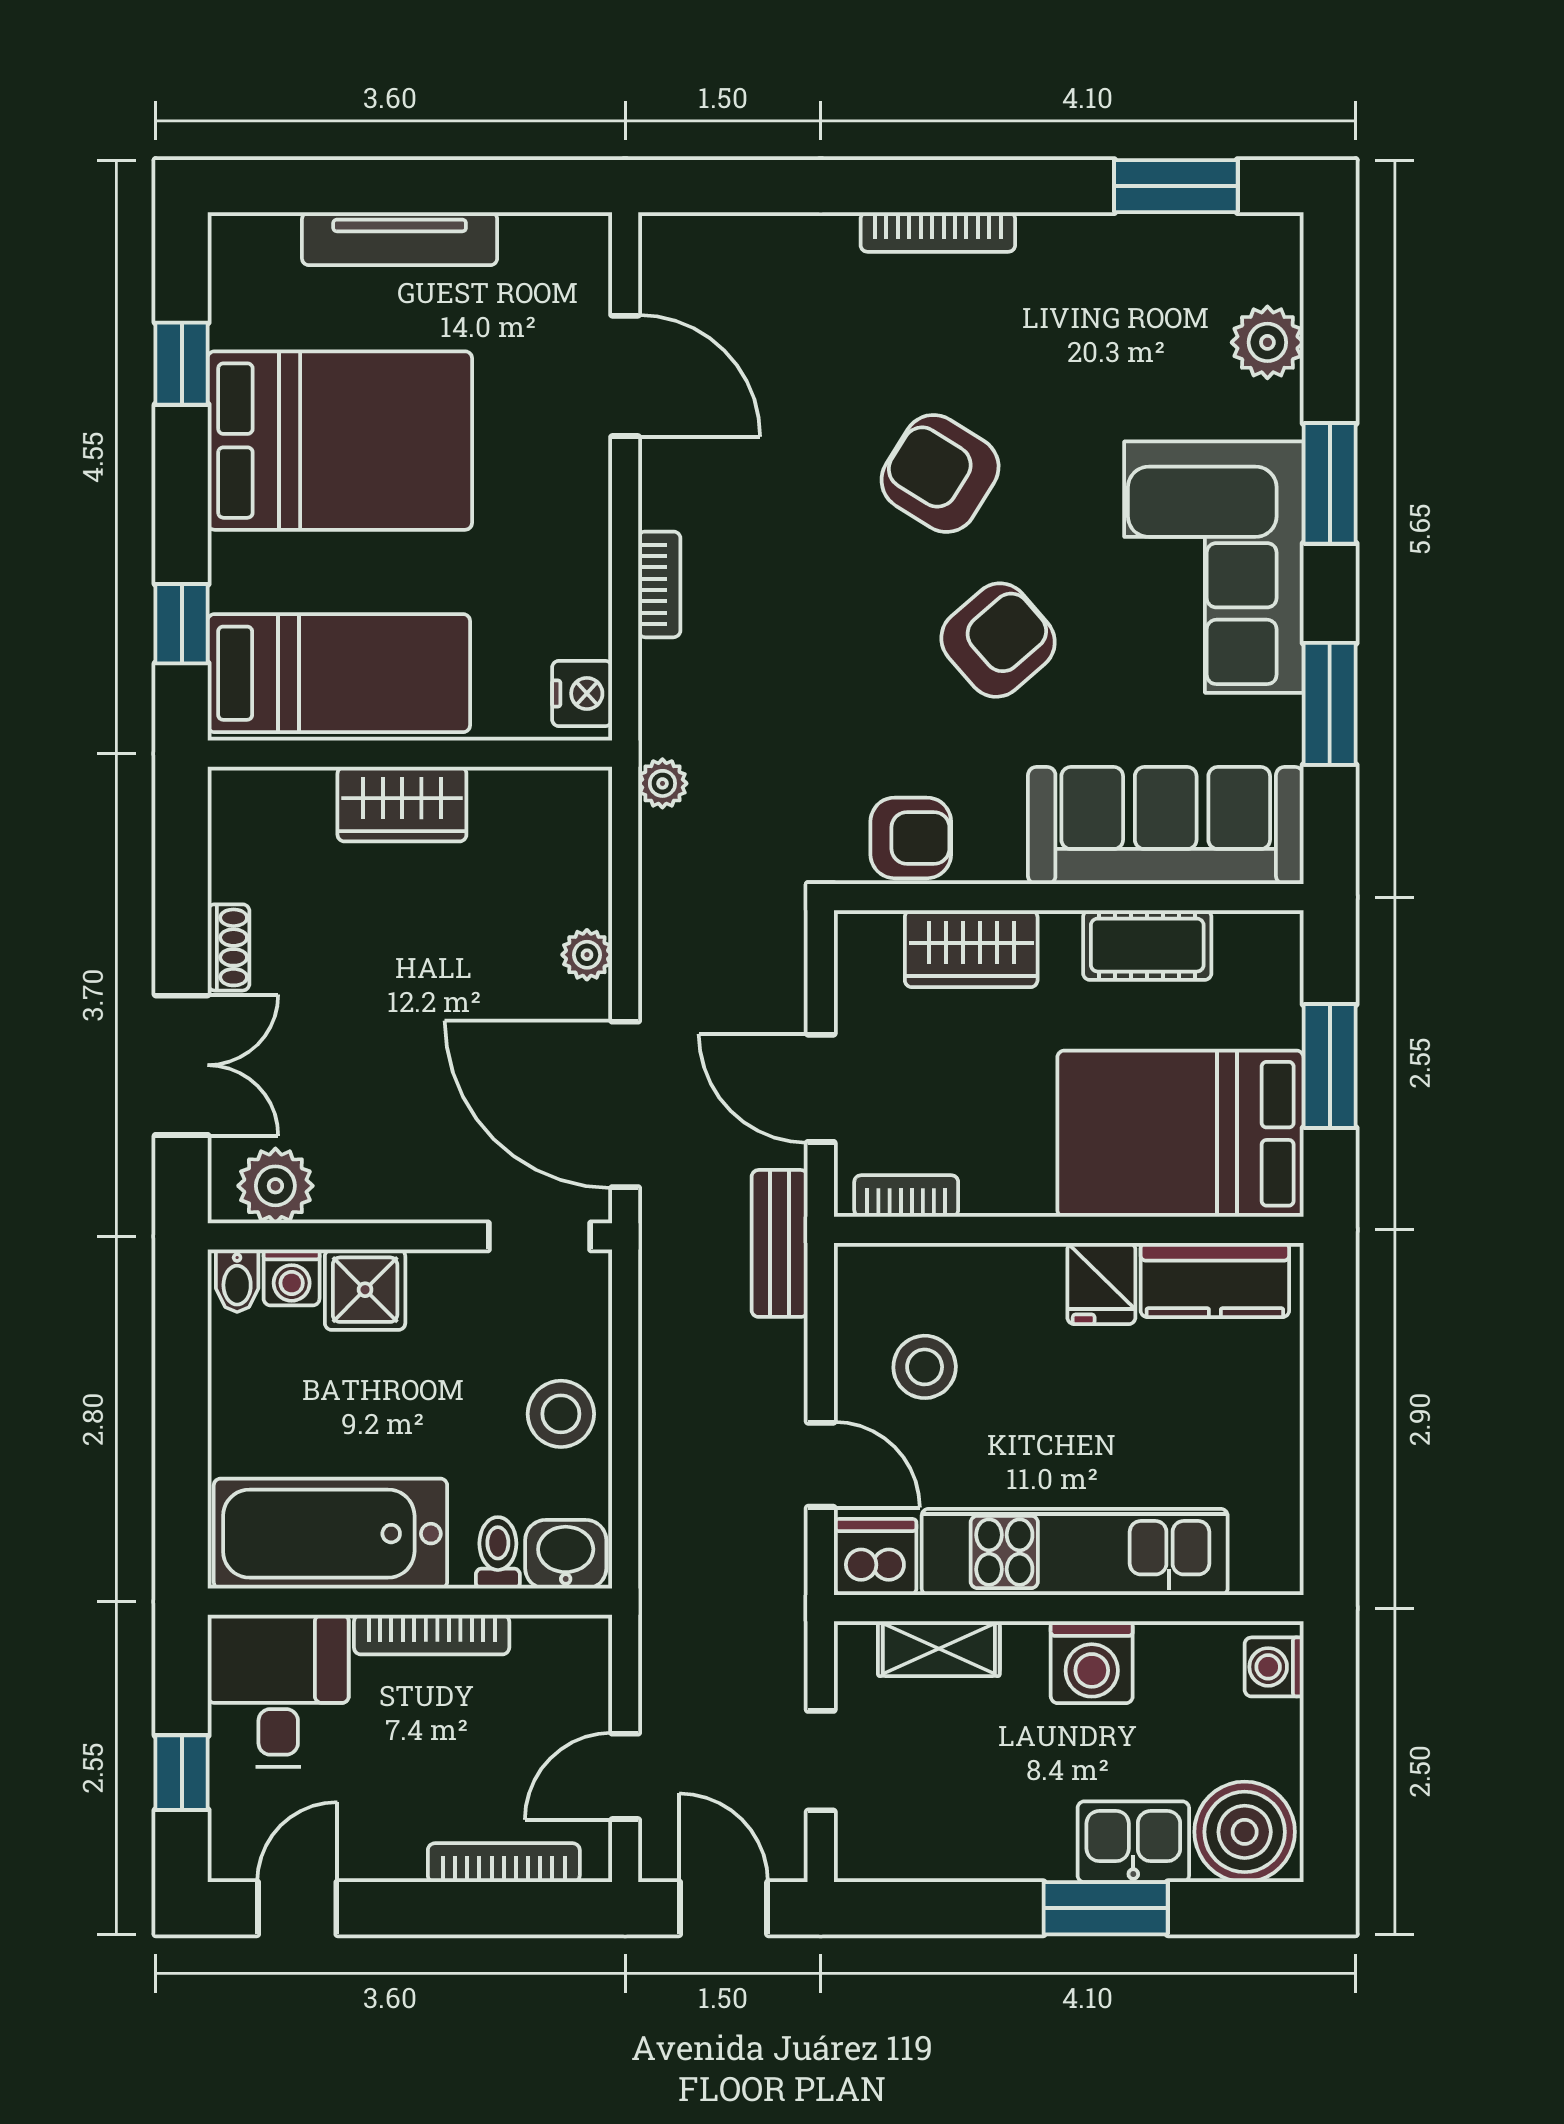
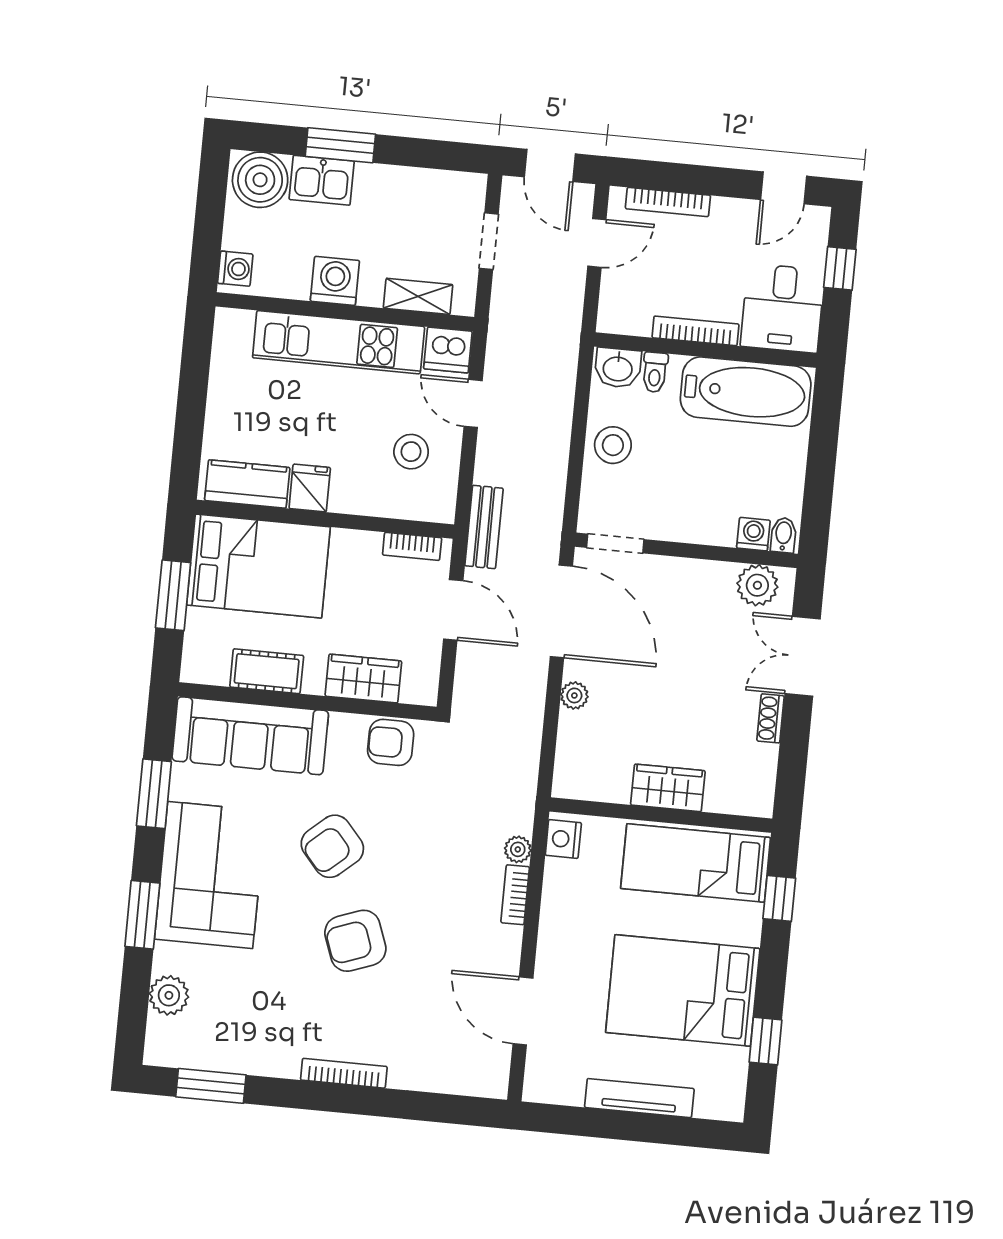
armchair: (940, 473) -> (355, 941), turned 128
plant: (662, 783) -> (518, 849), moved
shower: (365, 1290) -> (714, 524), removed

